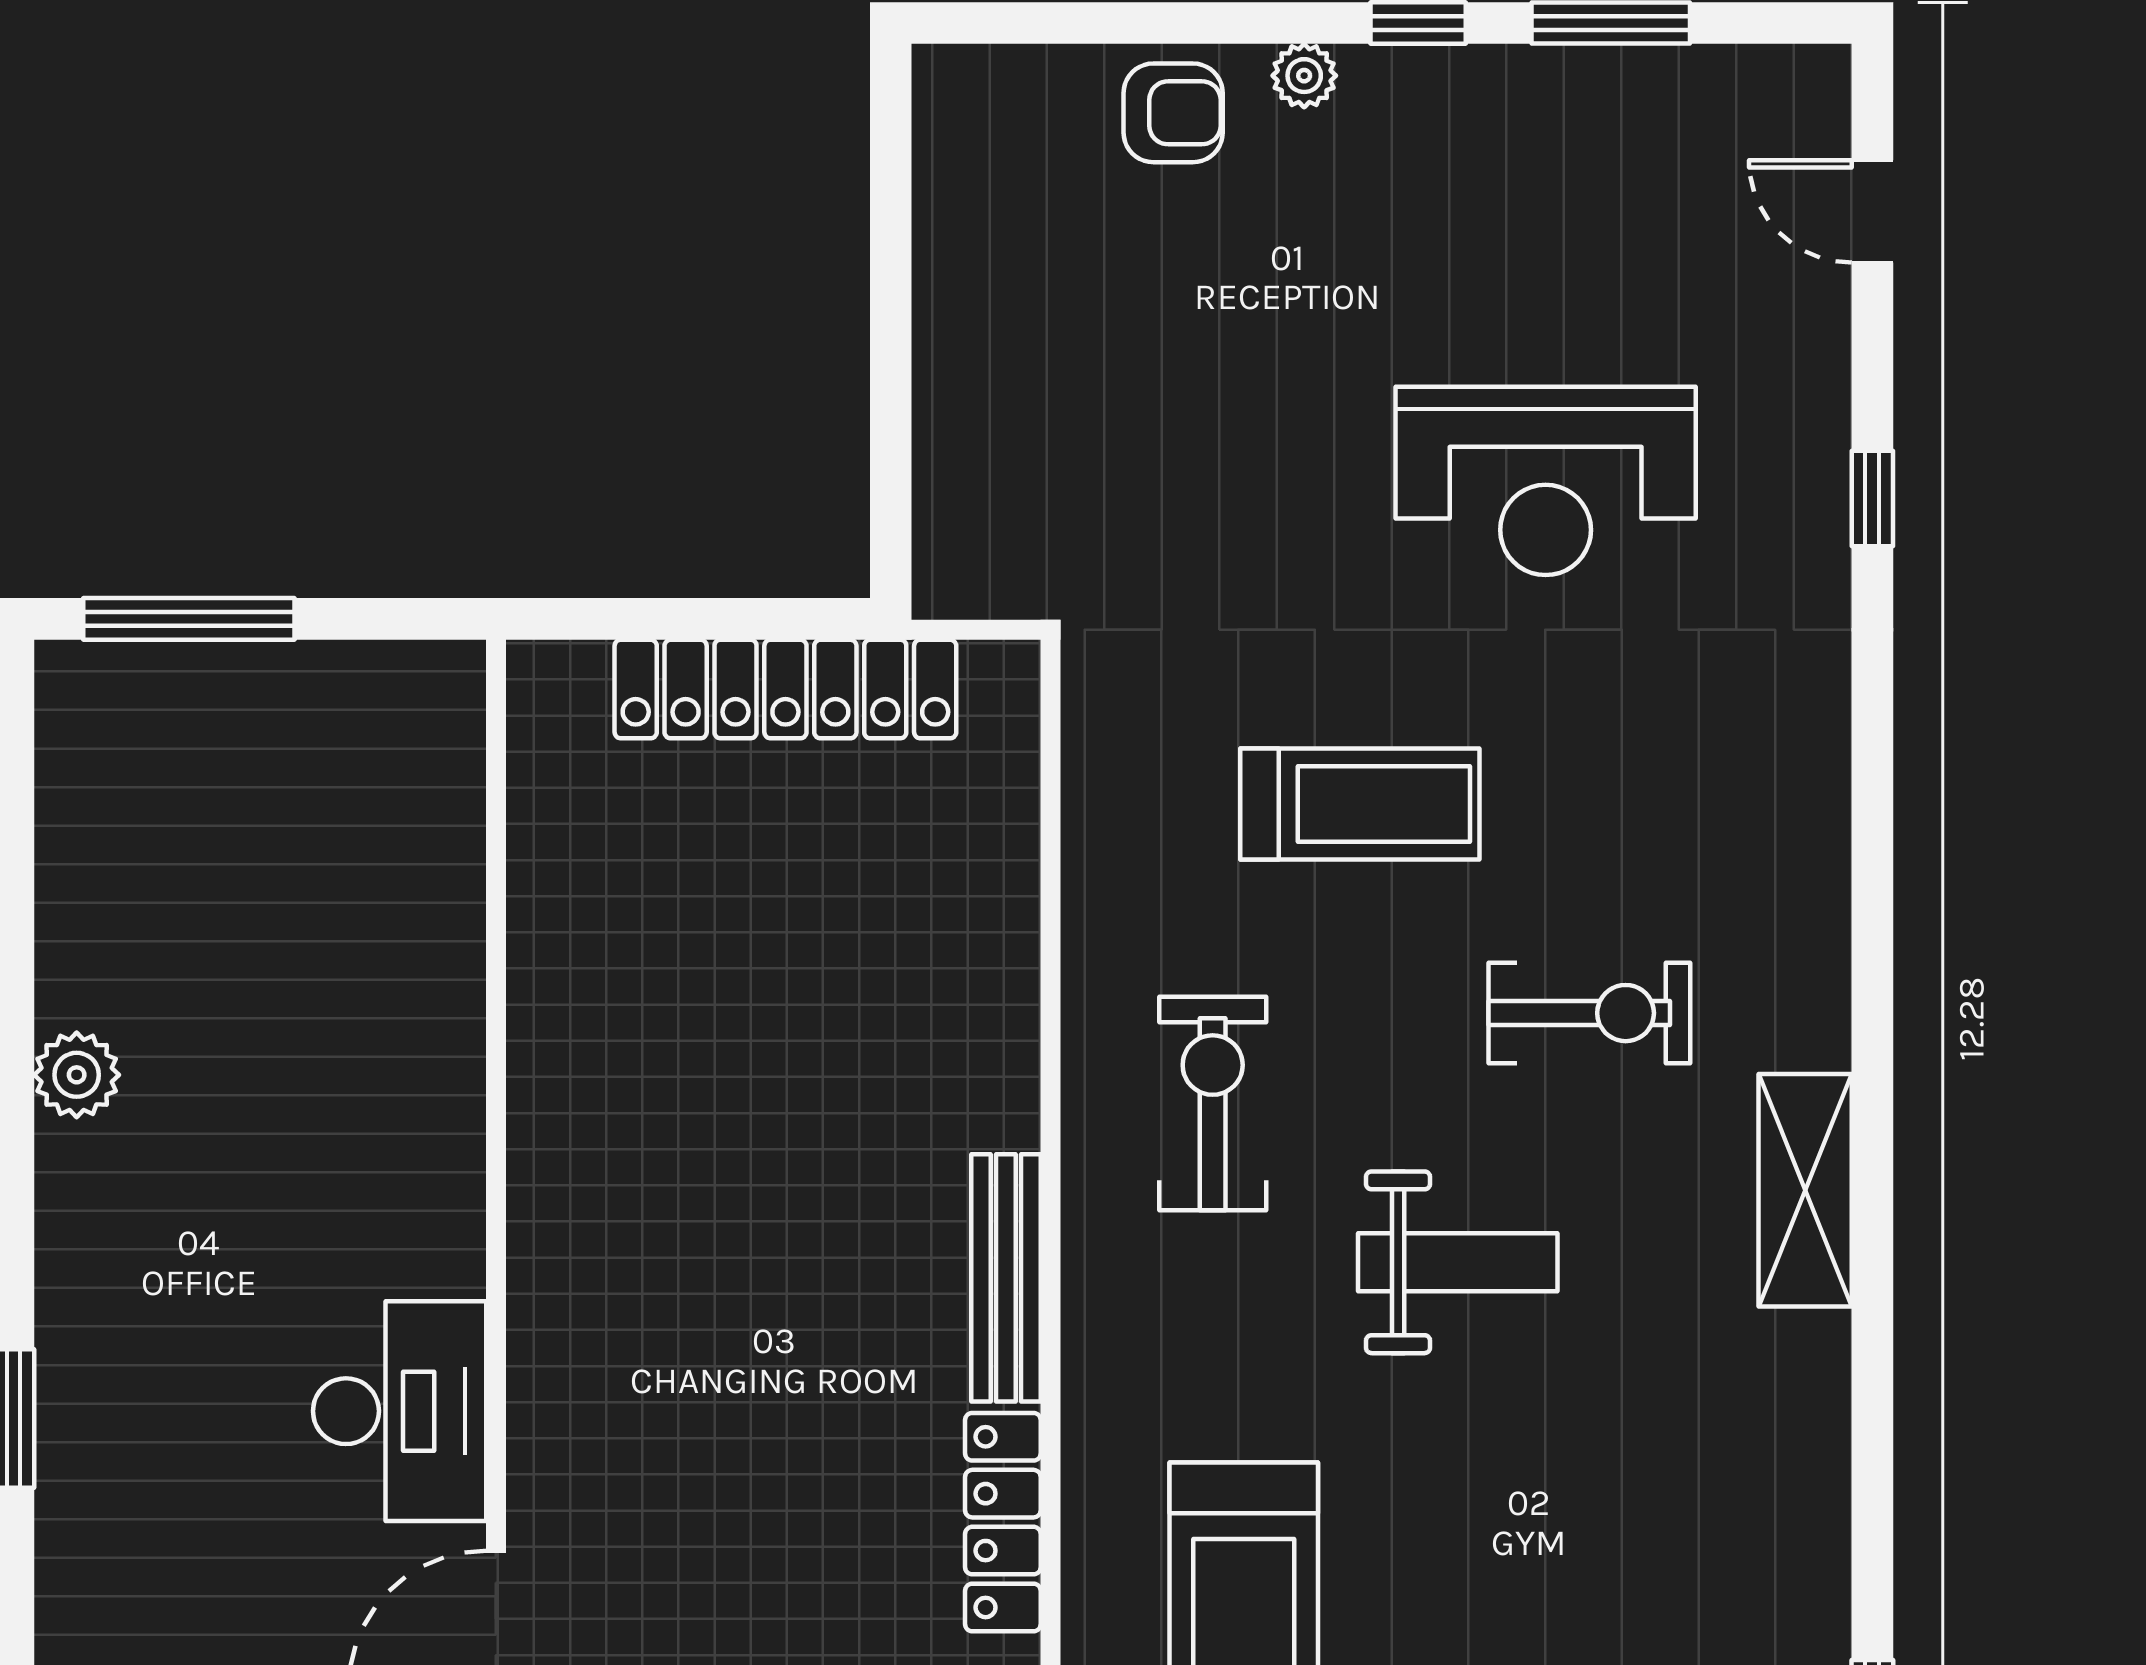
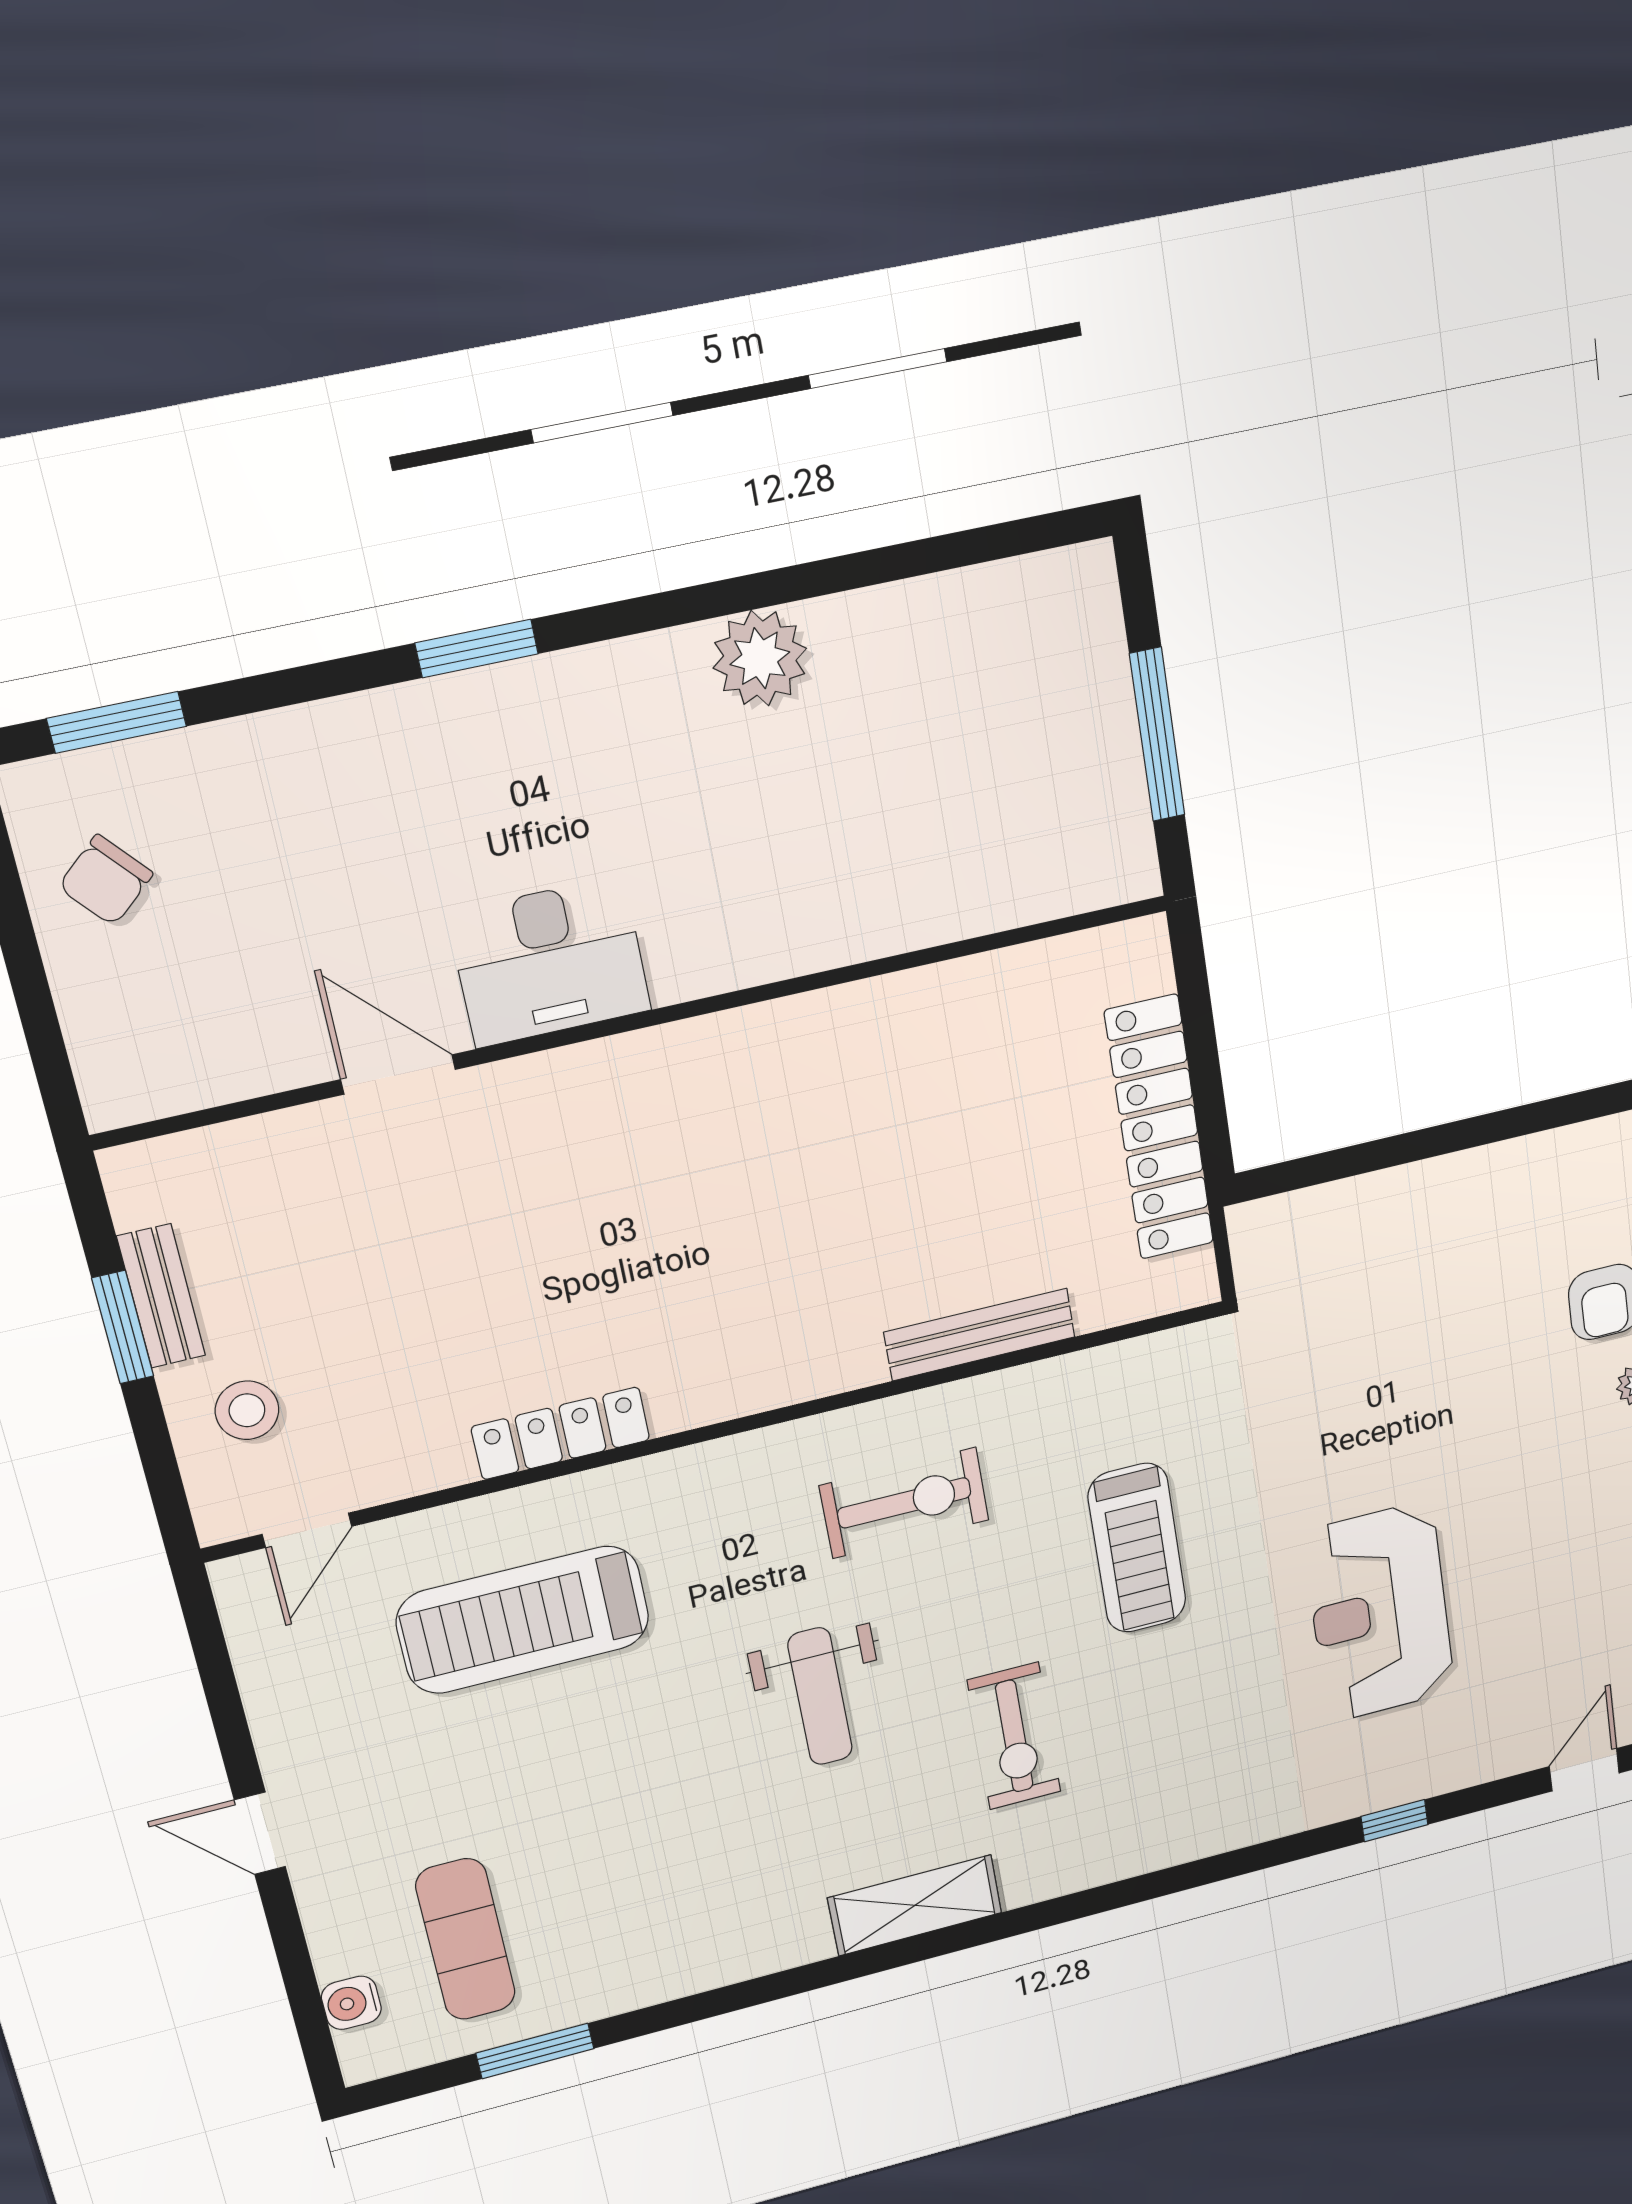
window: (189, 619) -> (1157, 735), moved
plant: (77, 1075) -> (760, 658), width x1.36, depth x1.36
bench: (1006, 1278) -> (980, 1335), moved

